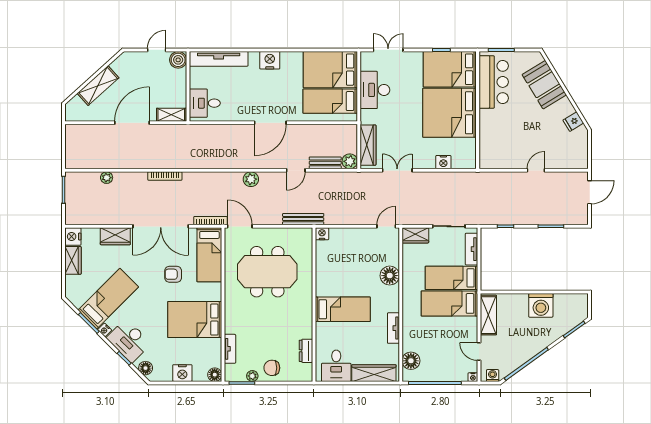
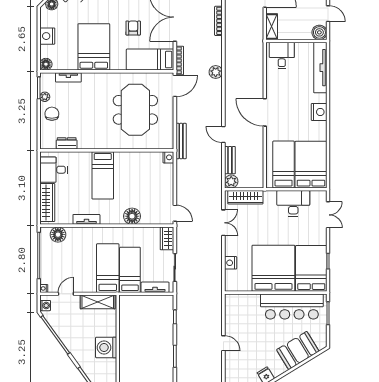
bar counter: (494, 82) -> (292, 306), width x1.36
plant: (251, 179) -> (216, 72), moved

